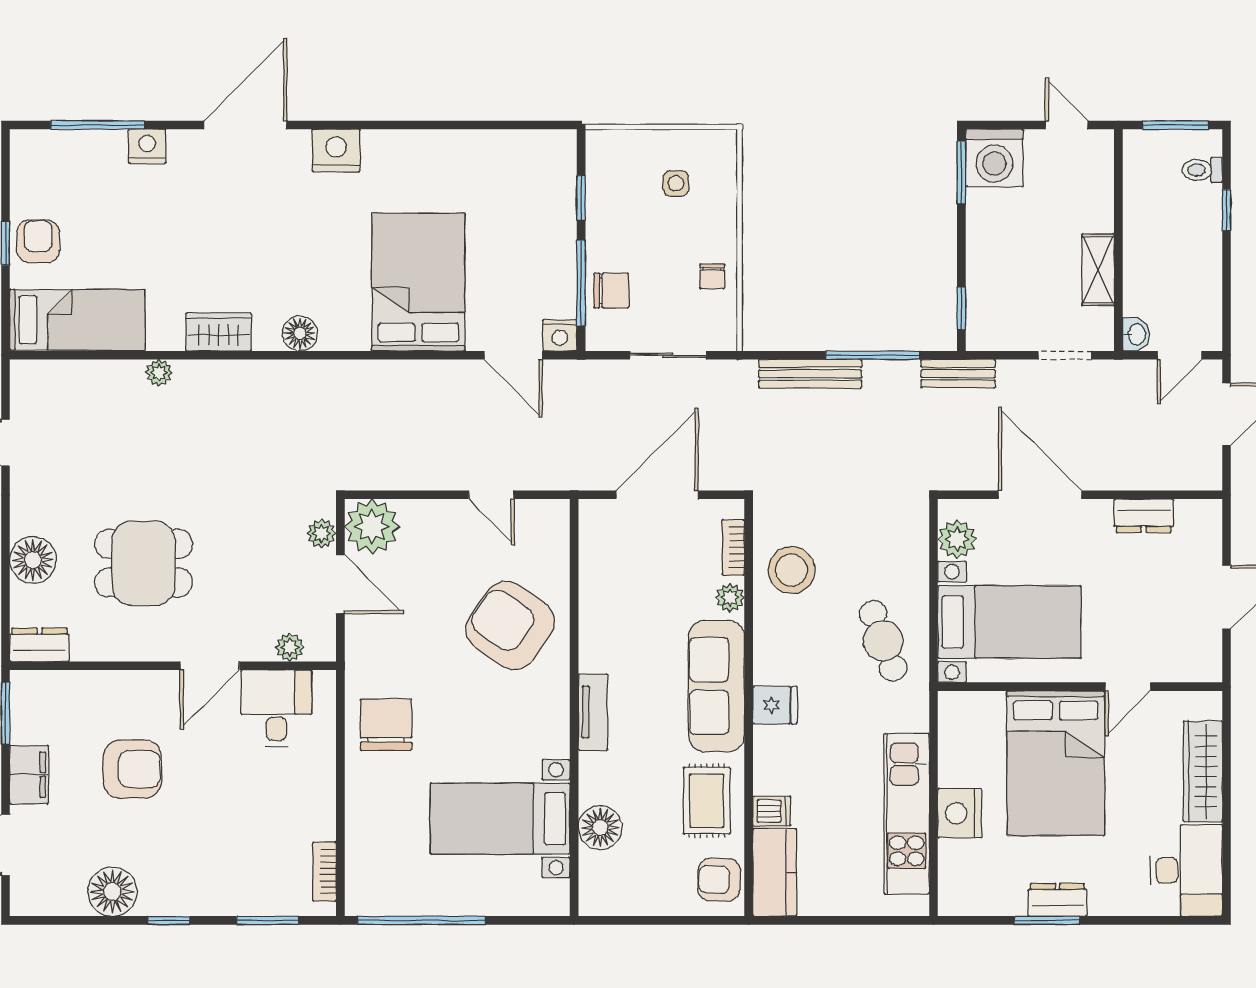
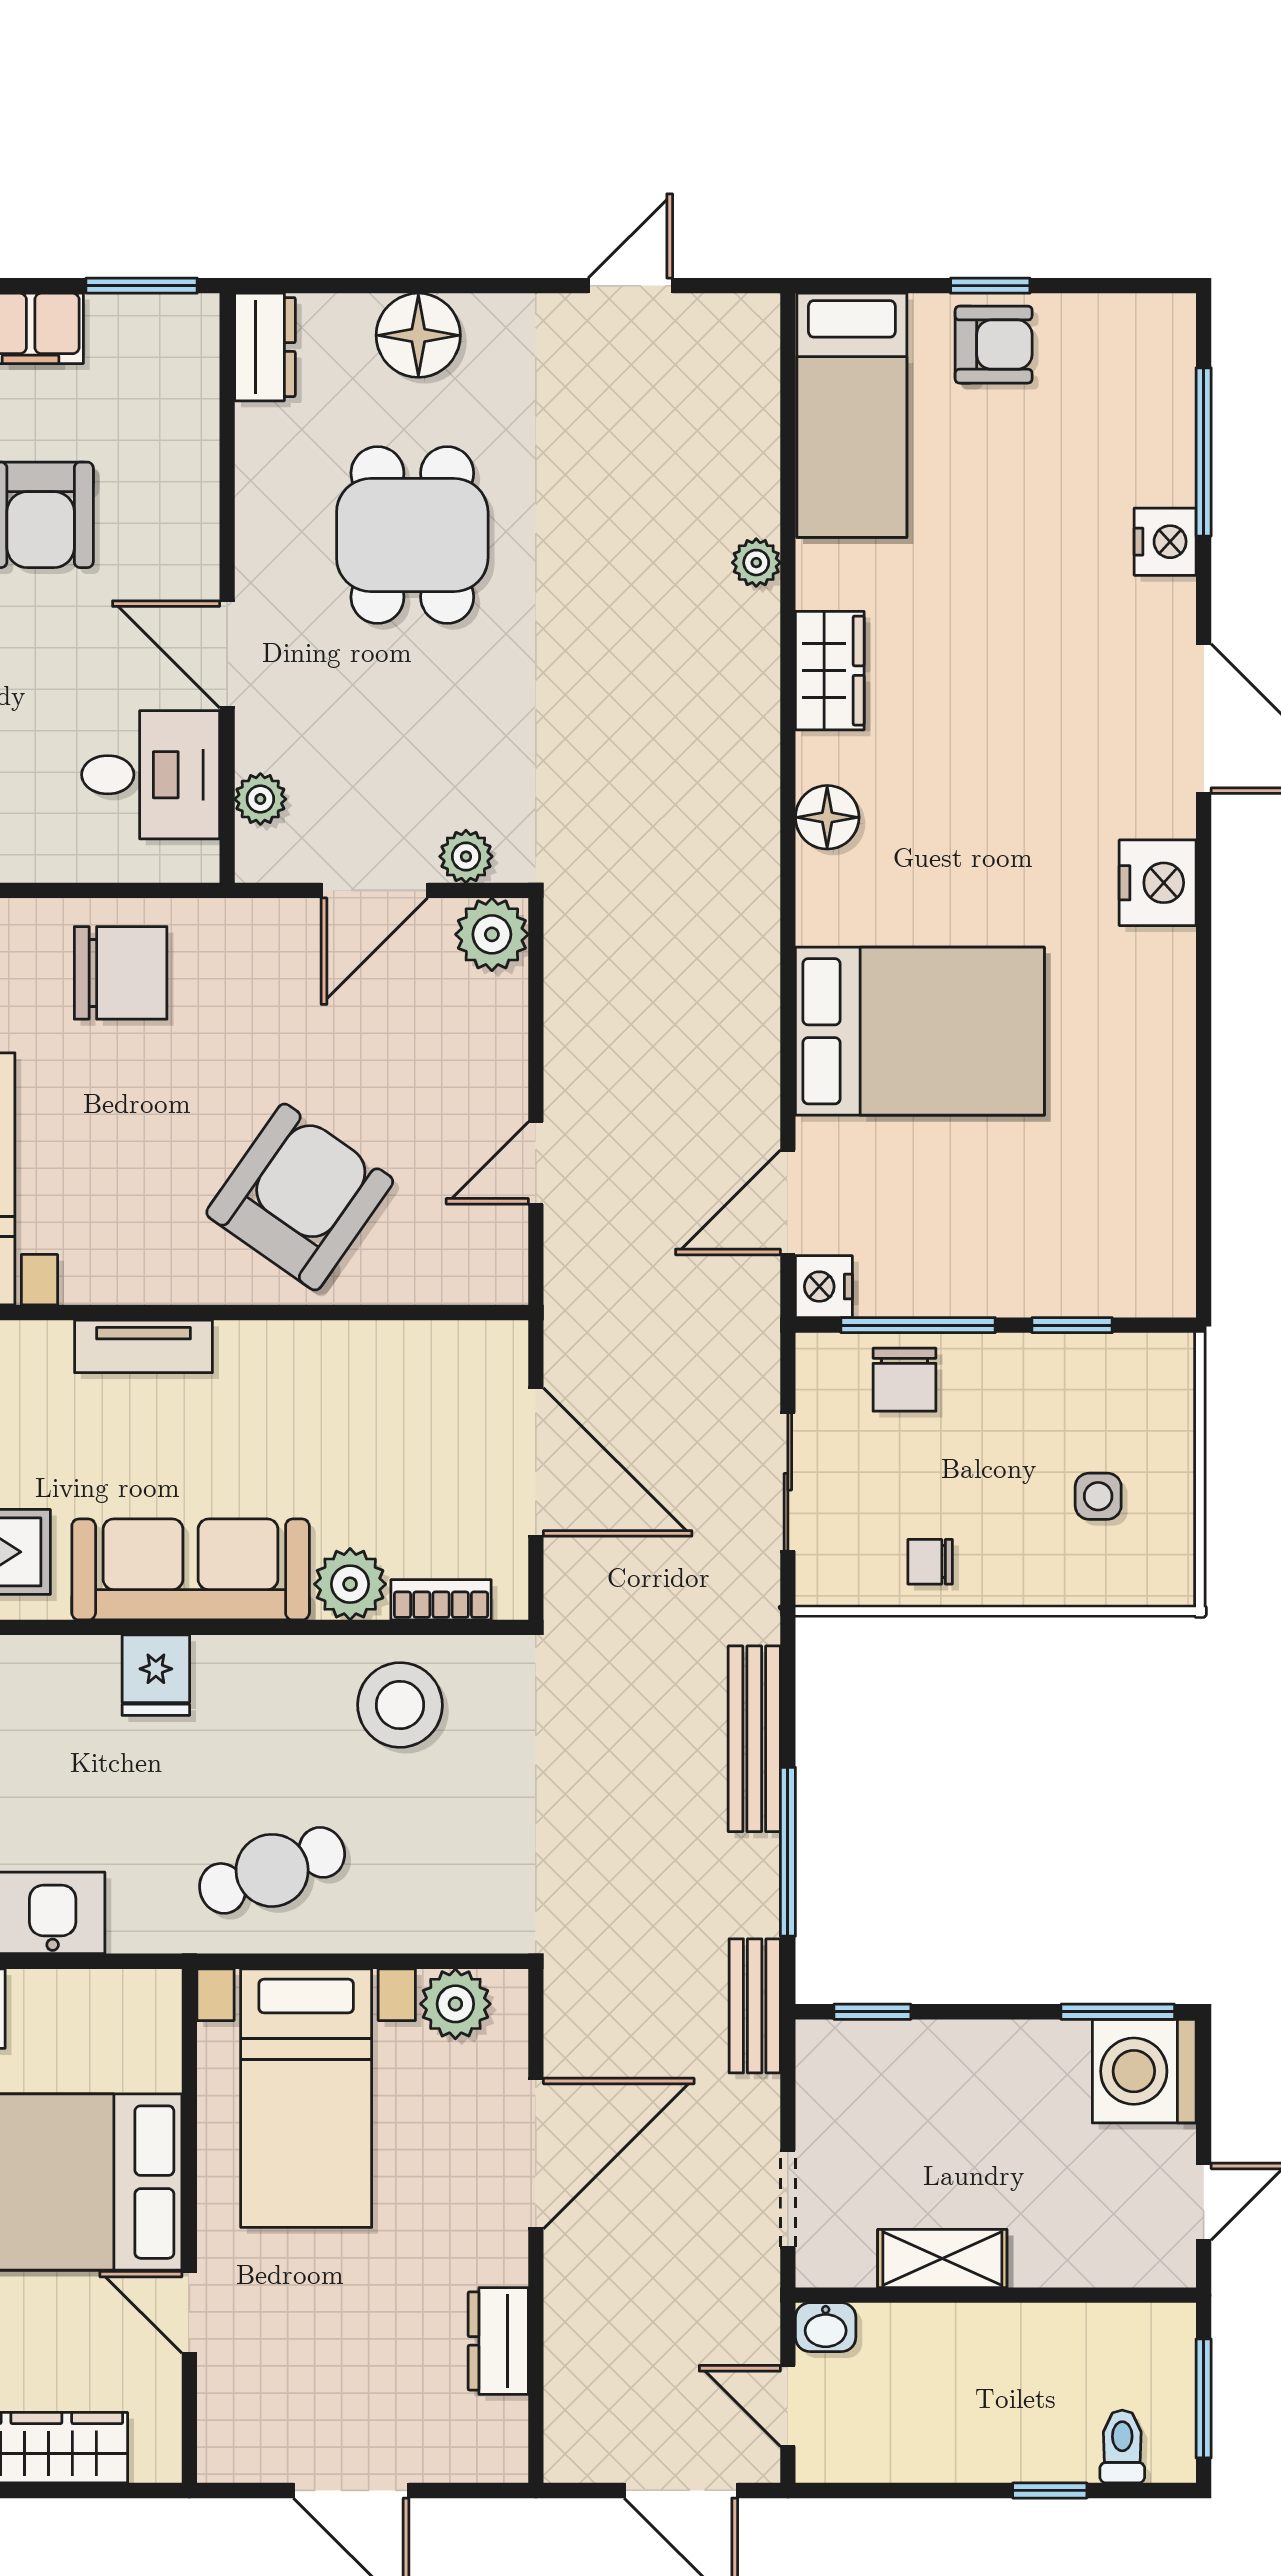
plant: (372, 526) -> (492, 934), width x0.73, depth x0.73
plant: (730, 598) -> (350, 1584), width x1.38, depth x1.38

